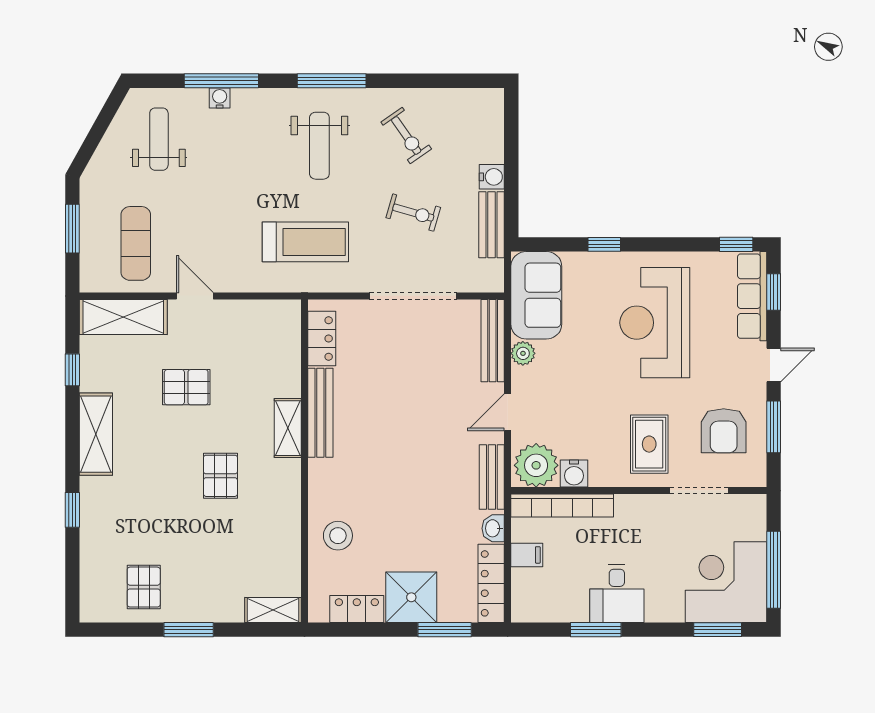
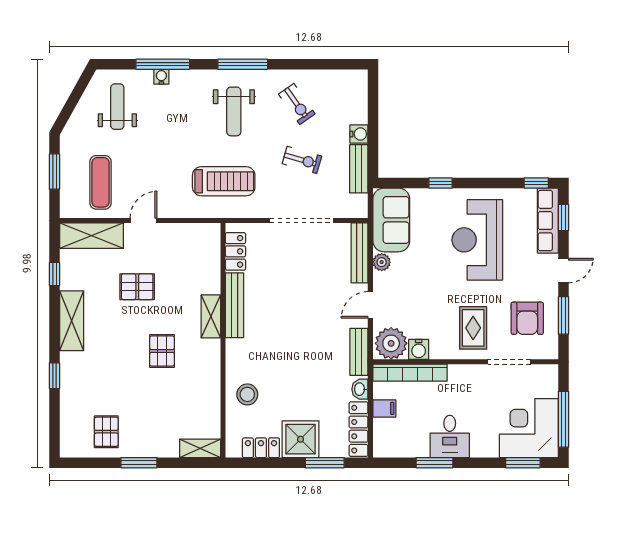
door: (195, 296) -> (143, 220), hinge flipped

